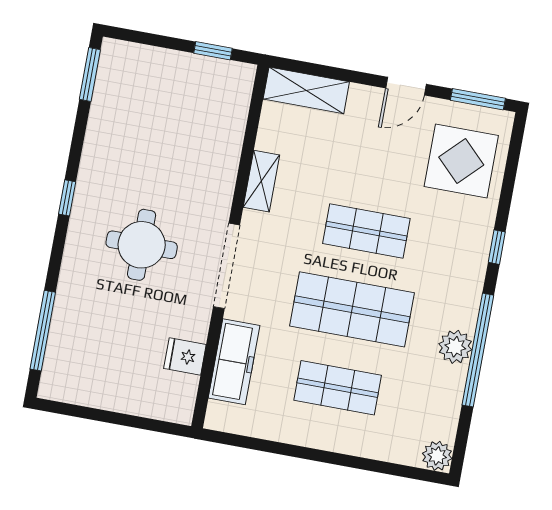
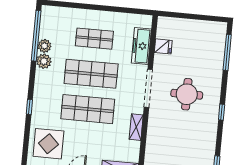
shop shelf: (366, 231) -> (88, 109), width x1.43, depth x1.36
window: (478, 350) -> (36, 36), moved
plant: (437, 456) -> (44, 46), moved

